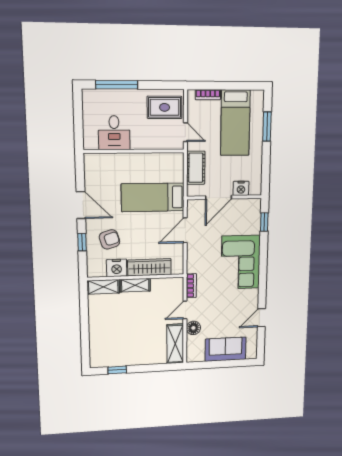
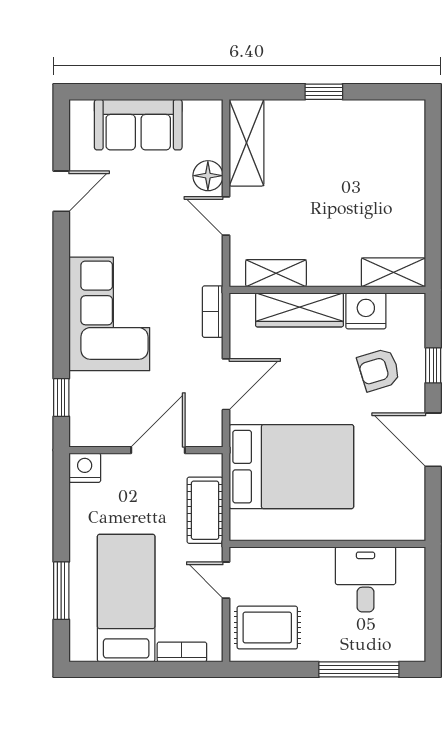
nightstand: (241, 188) -> (85, 468), moved
bed: (153, 197) -> (291, 467), width x1.50
shelving: (135, 285) -> (276, 273), moved
bookcase: (191, 286) -> (213, 312), moved
door: (185, 310) -> (226, 216), swing flipped
window: (117, 370) -> (324, 92), moved

